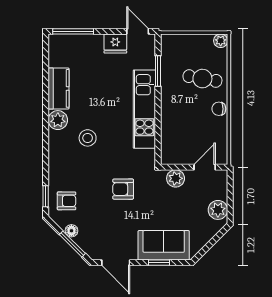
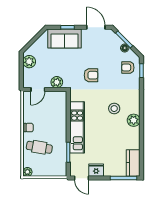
kitchen counter: (59, 88) -> (133, 163), moved

